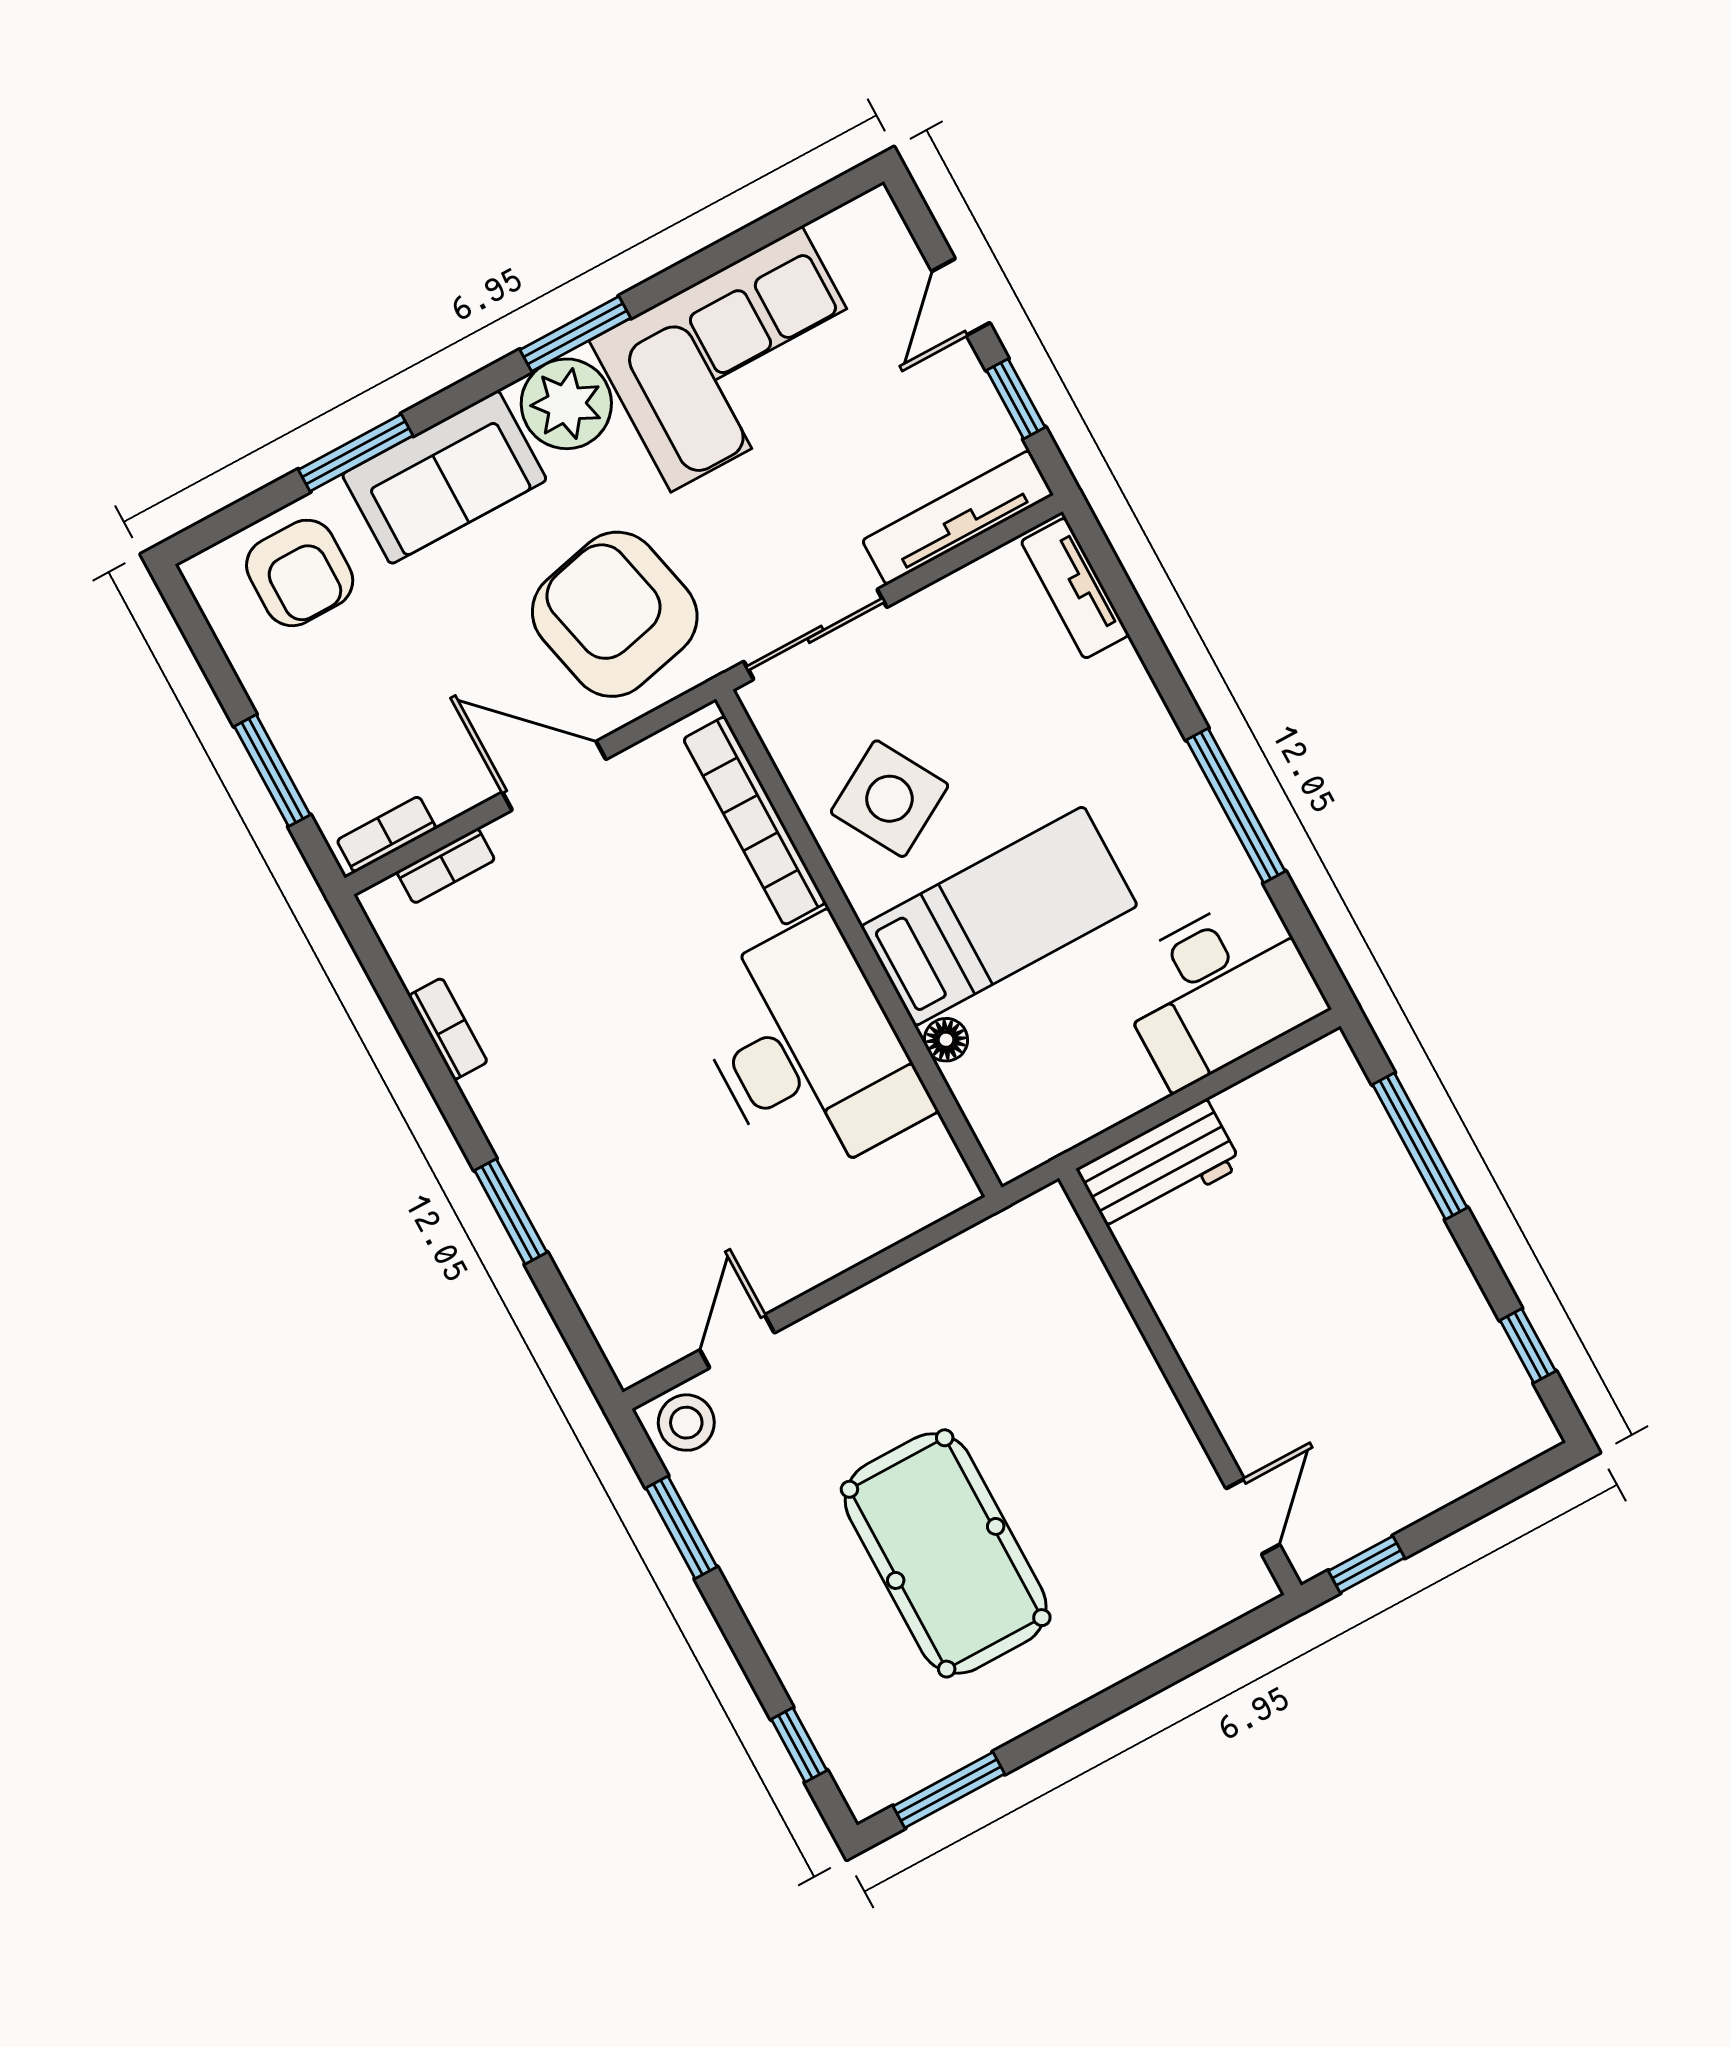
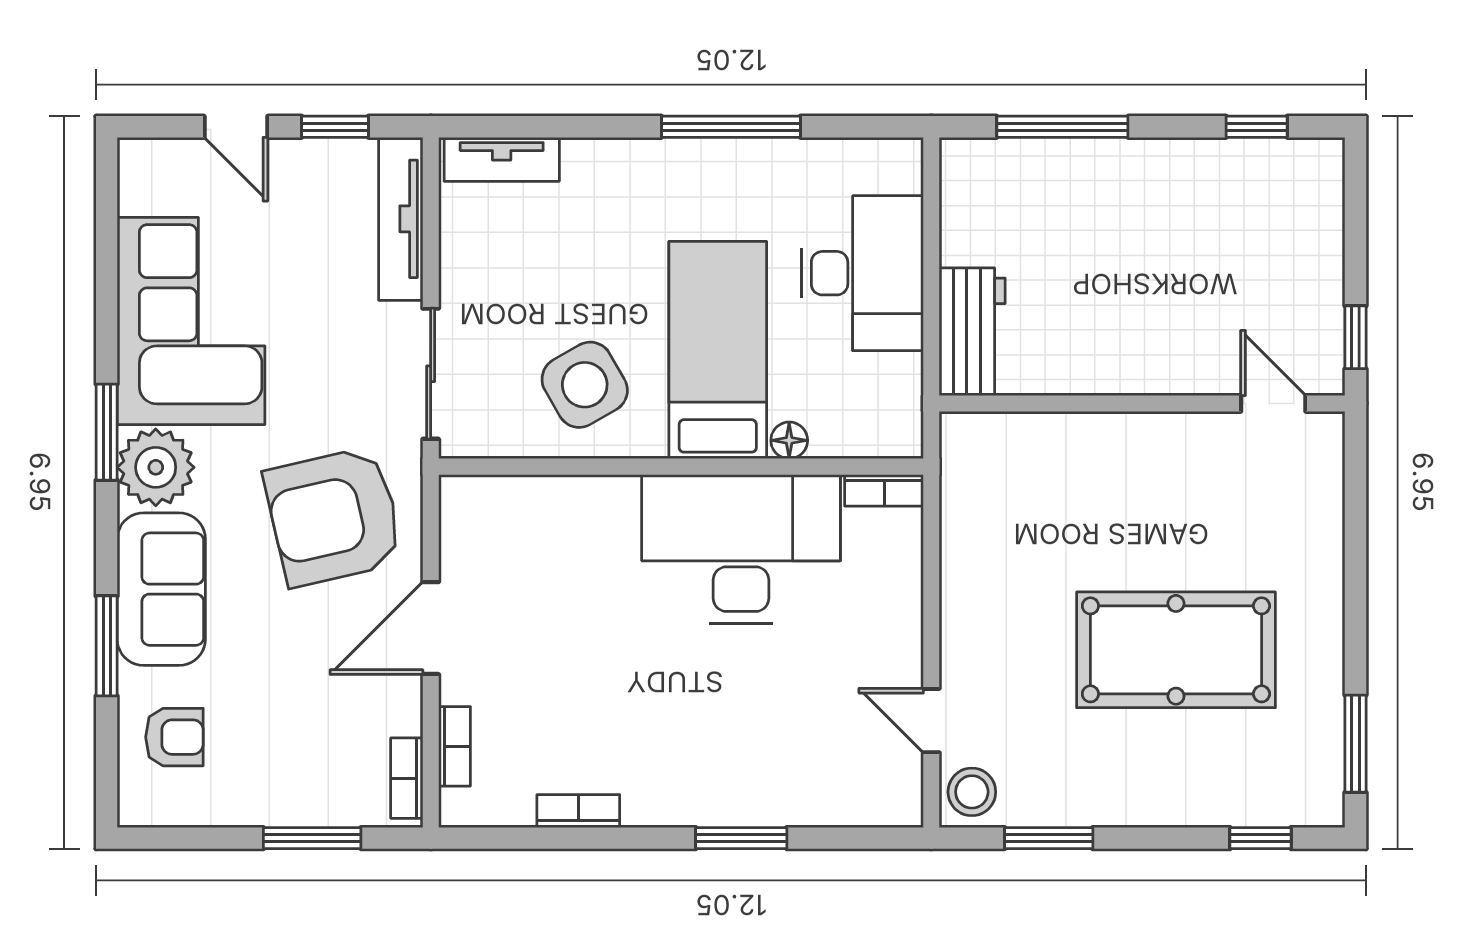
armchair: (300, 573) -> (174, 737), width x0.72, depth x0.72
bookcase: (755, 821) -> (884, 490), moved, width x0.43, depth x0.76
desk: (1218, 990) -> (862, 273), moved

